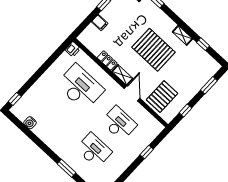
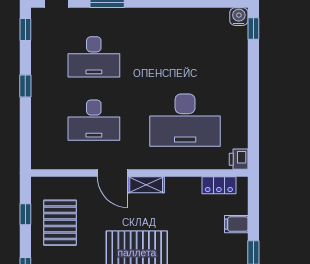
locker: (107, 60) -> (219, 185), moved
pallet: (162, 97) -> (60, 223), moved
water cooler: (30, 123) -> (239, 17), moved
window: (147, 152) -> (25, 86), moved

